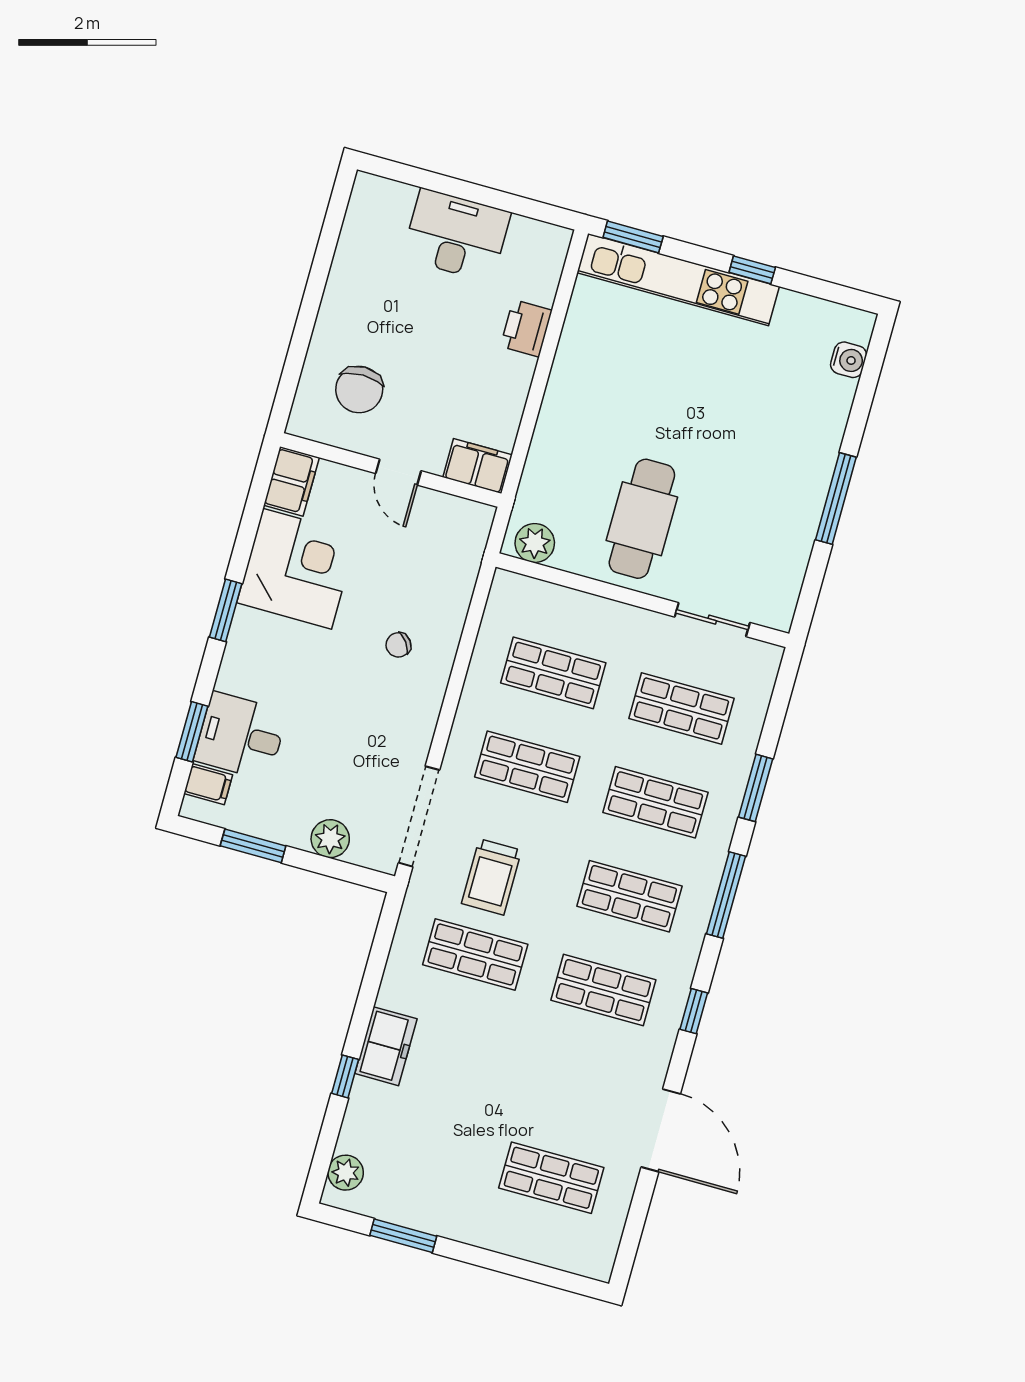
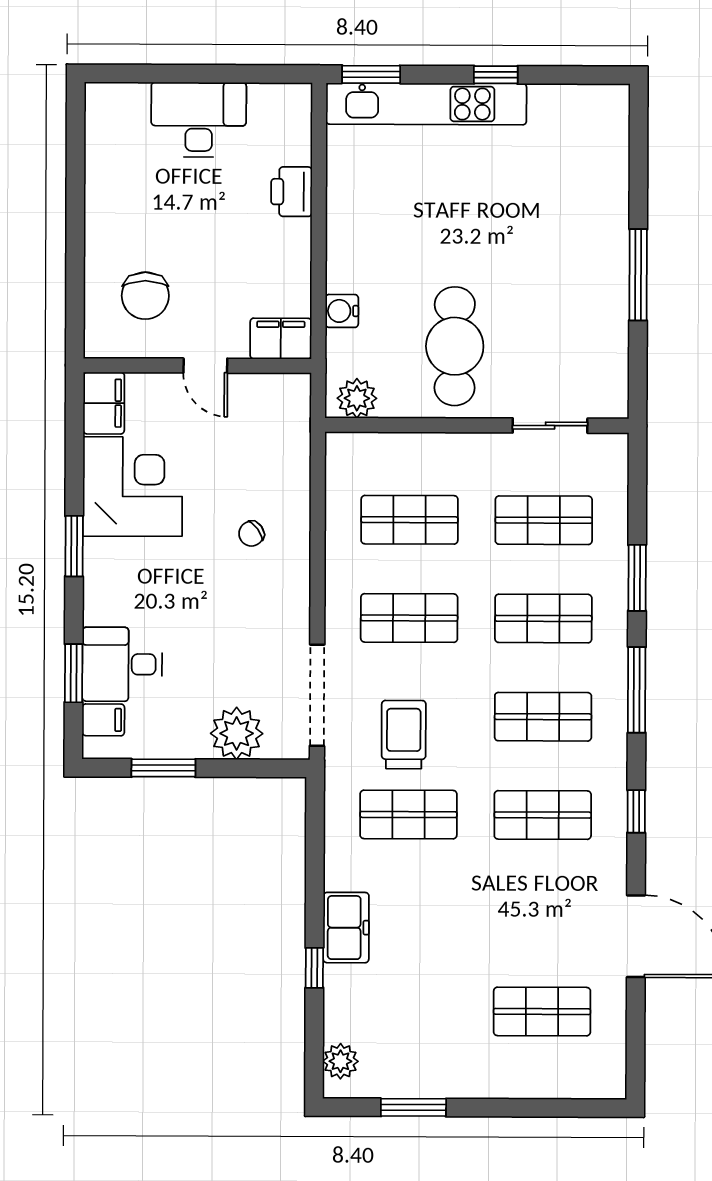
water cooler: (849, 360) -> (342, 311), moved, turned 180
plant: (330, 839) -> (237, 733), width x1.36, depth x1.36
trolley: (492, 877) -> (404, 735), turned 180

